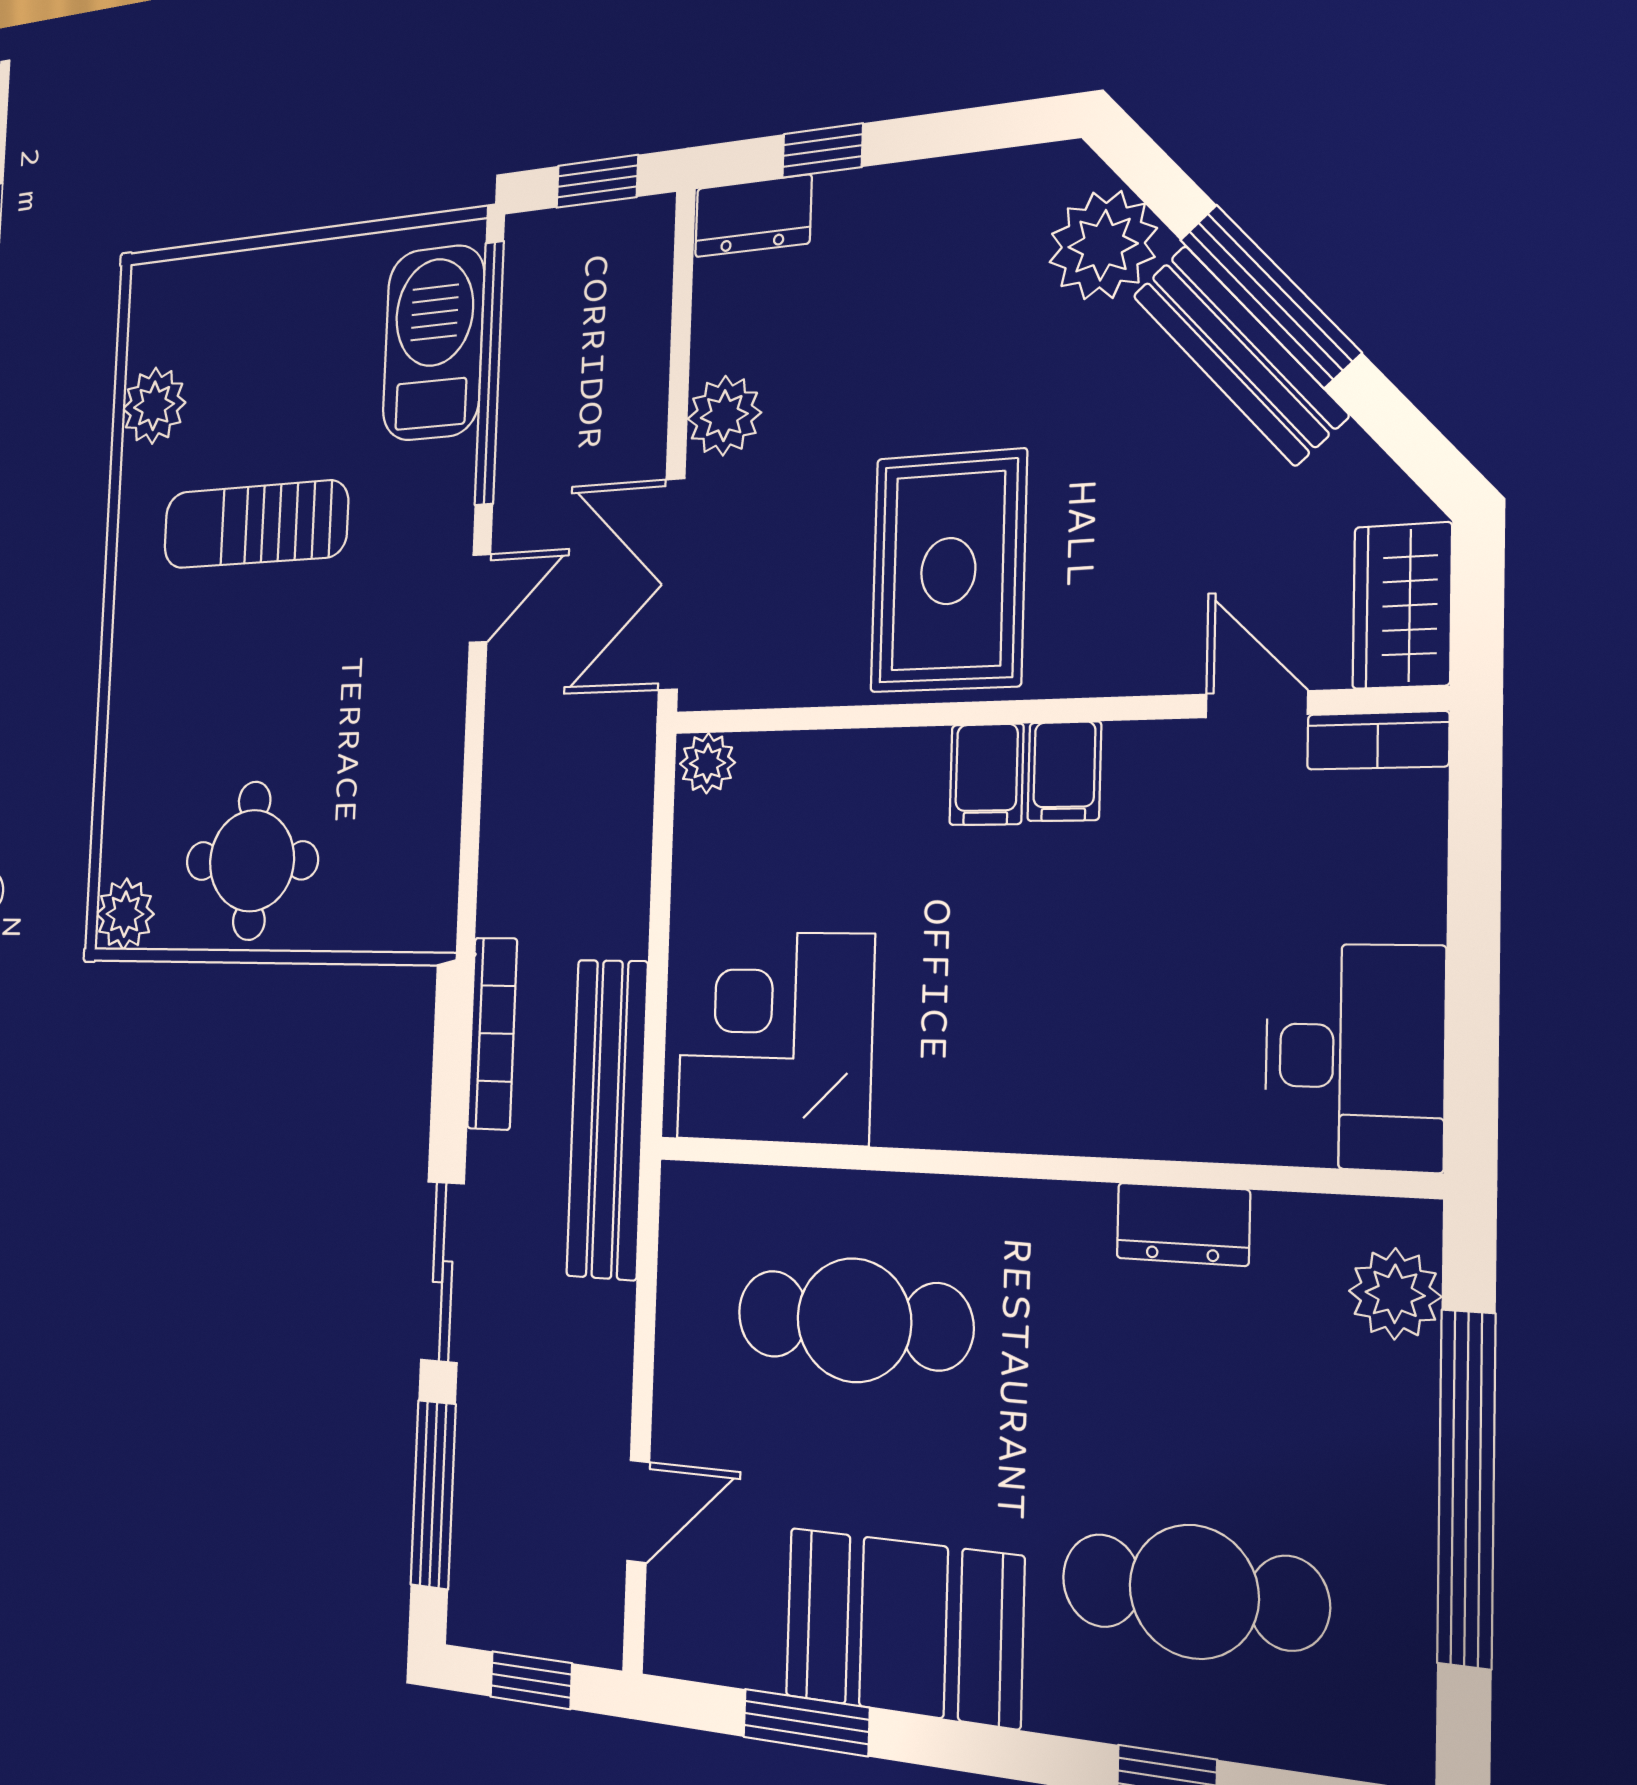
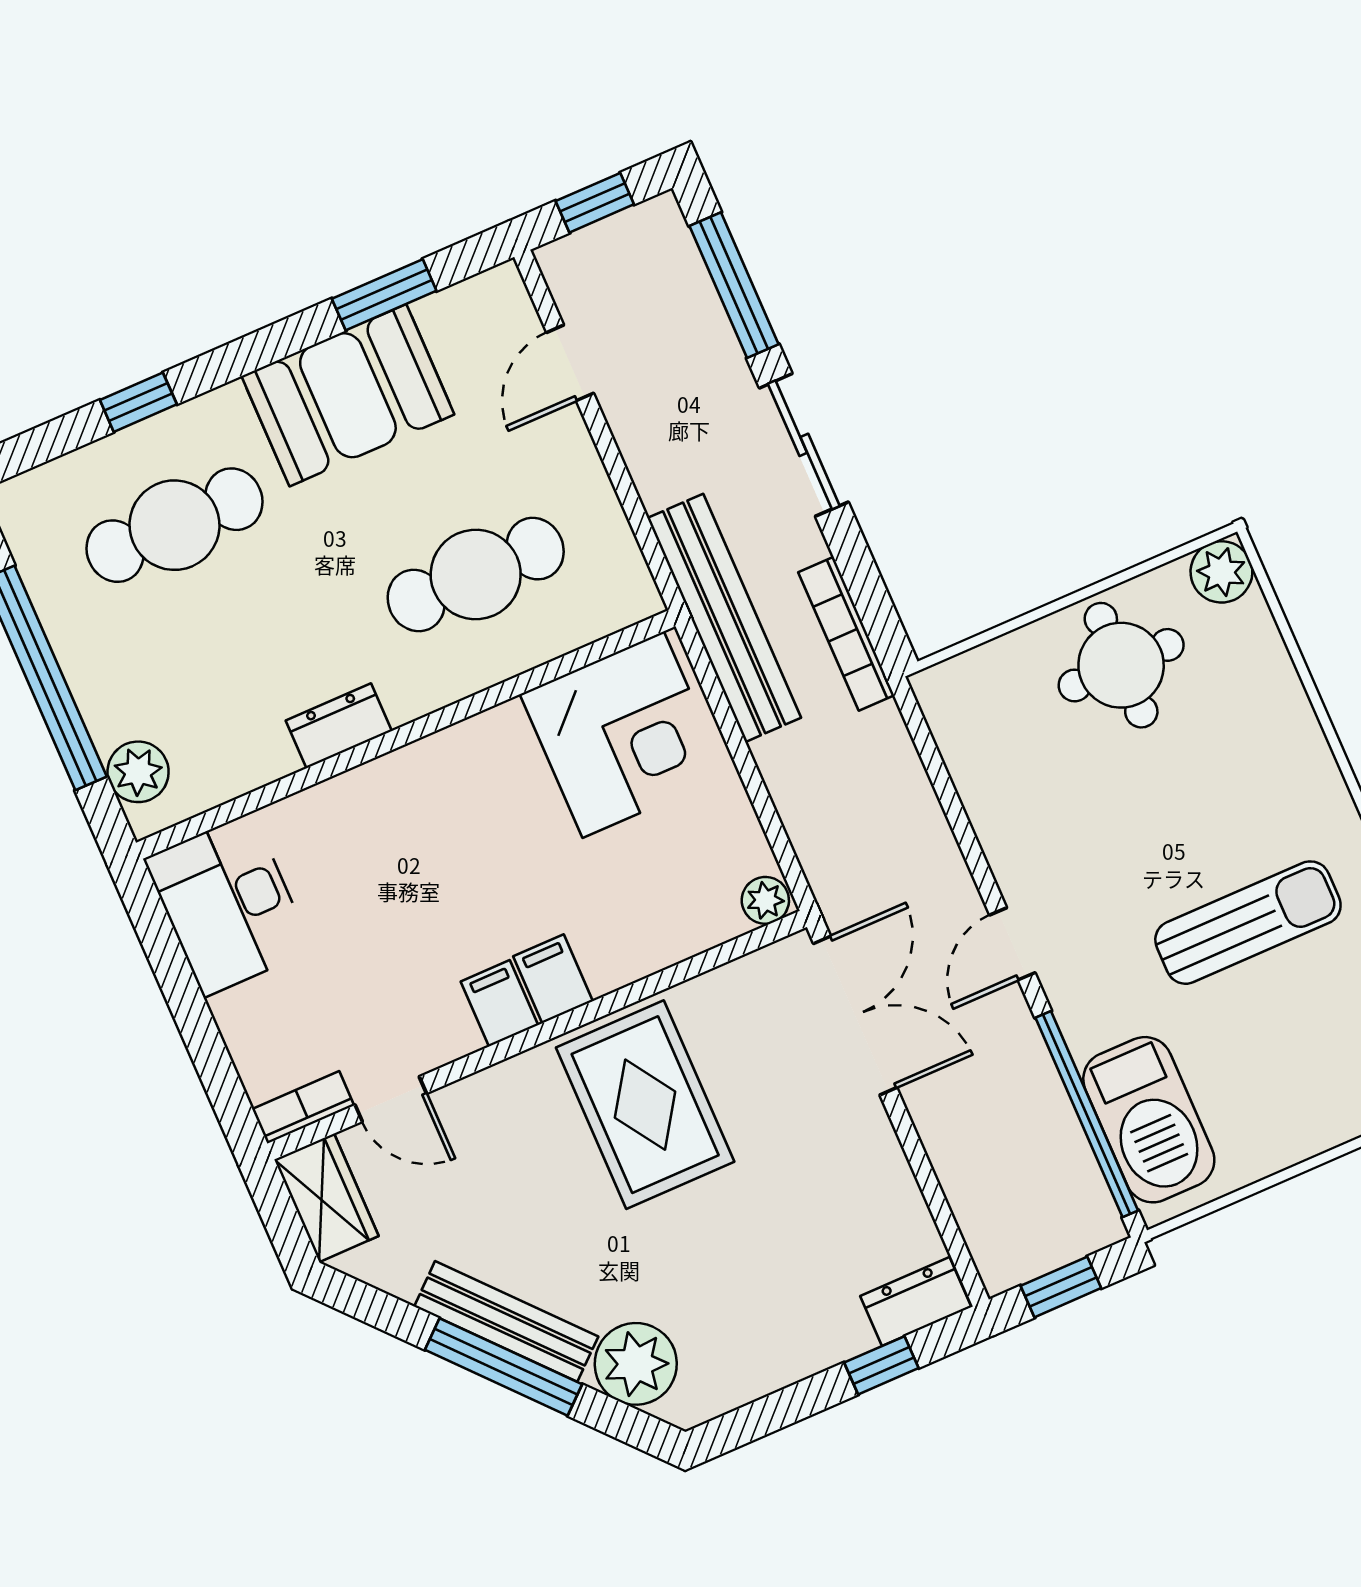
plant: (724, 416) -> (870, 1151), removed
dresser: (1183, 1224) -> (339, 726), moved

